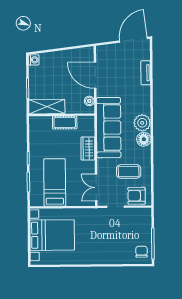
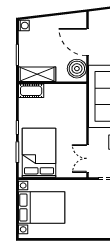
boiler: (89, 101) -> (77, 69), width x1.86, depth x1.86
cot: (65, 123) -> (31, 91), moved
wardrobe: (88, 149) -> (79, 118), removed
bed: (55, 182) -> (39, 153), width x1.50

